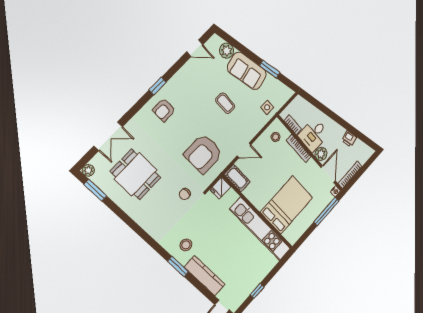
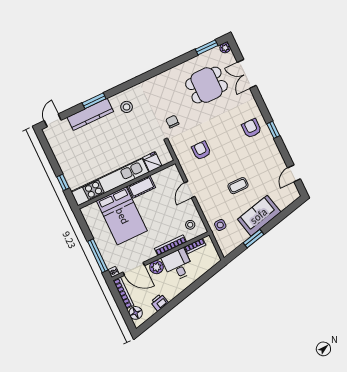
plant: (227, 51) -> (283, 202), removed
armchair: (203, 154) -> (201, 151), width x0.53, depth x0.53
floor lamp: (363, 157) -> (136, 313), added
cot: (237, 178) -> (141, 187), moved
fridge: (220, 188) -> (152, 162), moved
window: (178, 267) -> (94, 101), moved
window: (257, 291) -> (63, 182), moved

